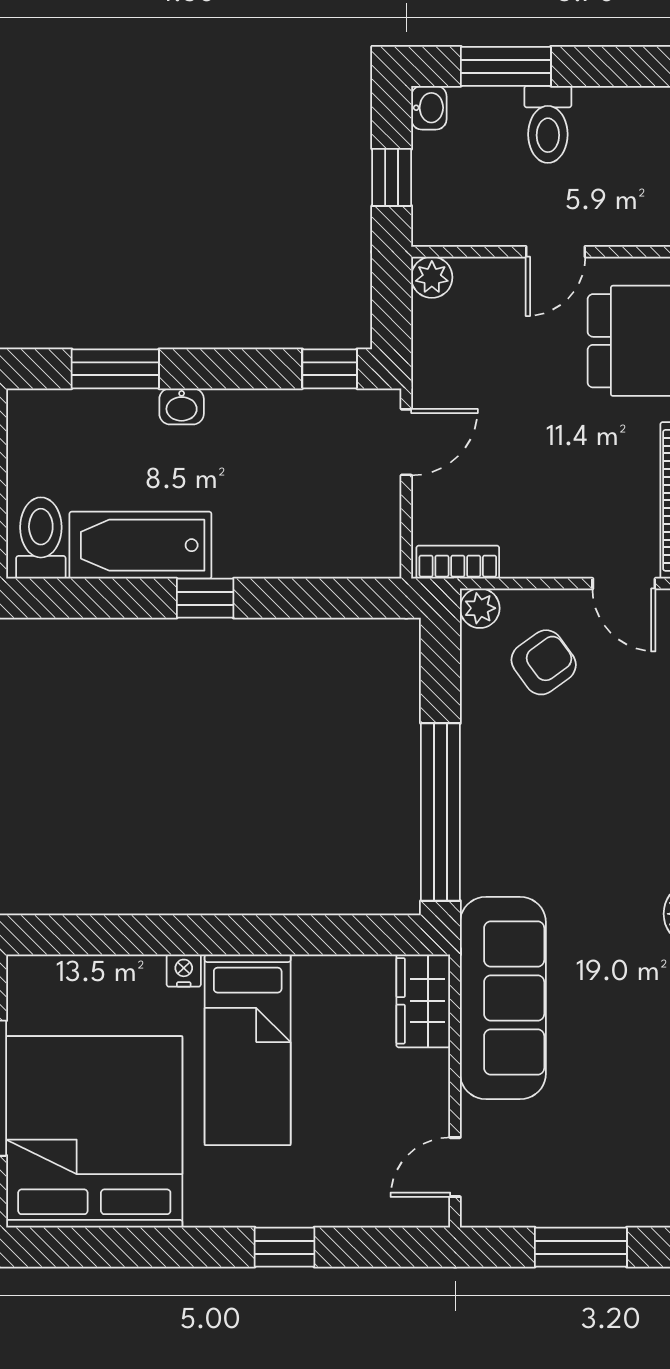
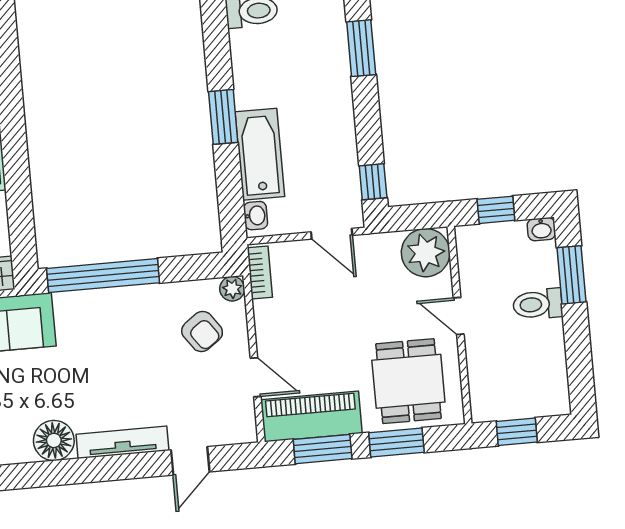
plant: (432, 277) -> (426, 253), width x1.87, depth x1.87
washbasin: (182, 406) -> (256, 216), moved, turned 180
bathtub: (140, 545) -> (260, 154), moved
door: (624, 584) -> (256, 377), swing flipped
window: (205, 598) -> (223, 117), width x1.50

